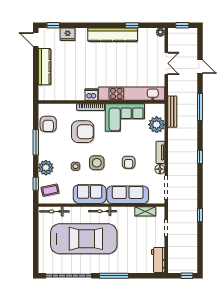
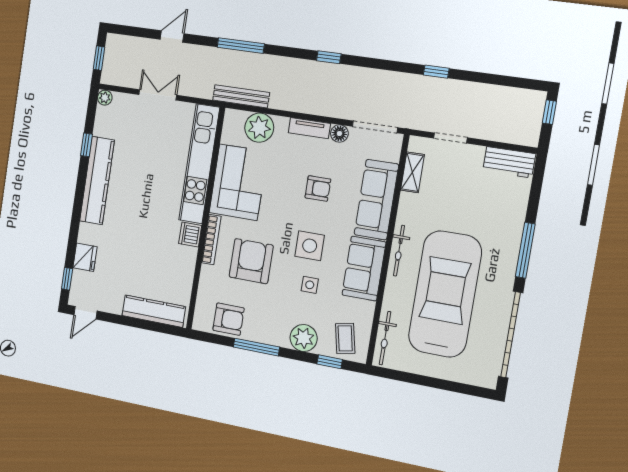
kitchen counter: (44, 67) -> (154, 311), moved

